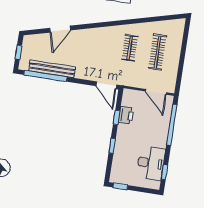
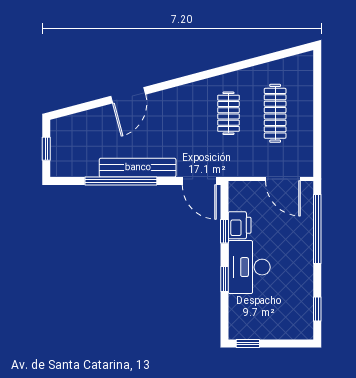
door: (60, 29) -> (128, 95), moved
bench: (52, 69) -> (138, 168), moved
window: (45, 76) -> (121, 181), moved
desk: (151, 163) -> (249, 267), moved, turned 180

